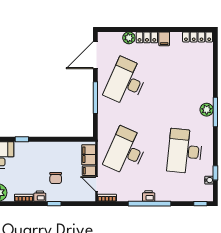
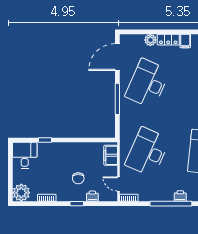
filing cabinet: (89, 171) -> (111, 171), removed
printer: (40, 196) -> (92, 196), moved
printer: (149, 196) -> (180, 196), moved

